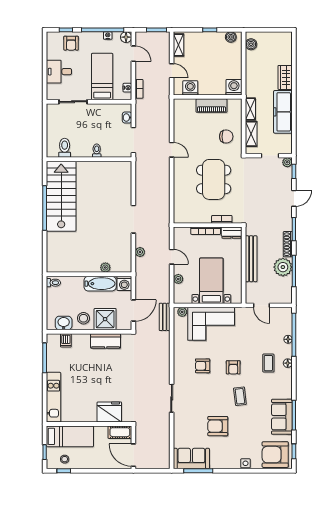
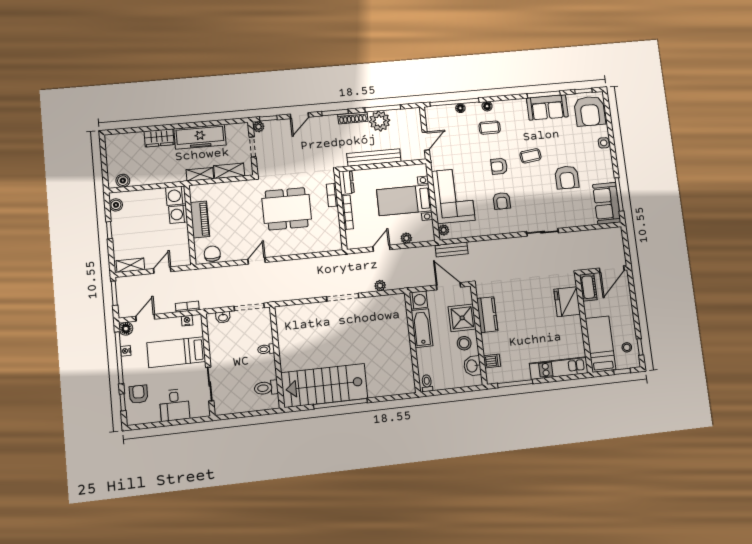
armchair: (71, 43) -> (138, 394), turned -90
washing machine: (190, 88) -> (178, 214), moved
chair: (226, 137) -> (212, 254), moved
door: (294, 198) -> (299, 116), swing flipped
plant: (105, 268) -> (403, 324), removed
armchair: (233, 367) -> (499, 166), turned 180

